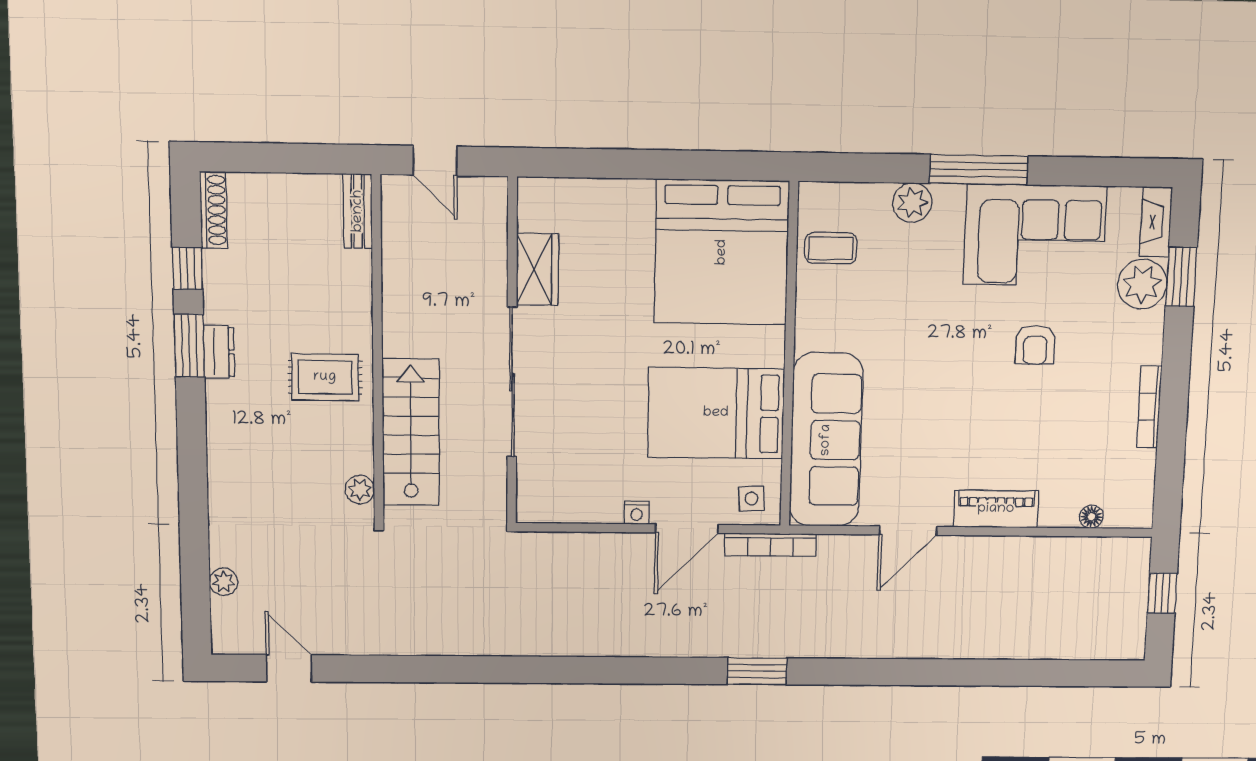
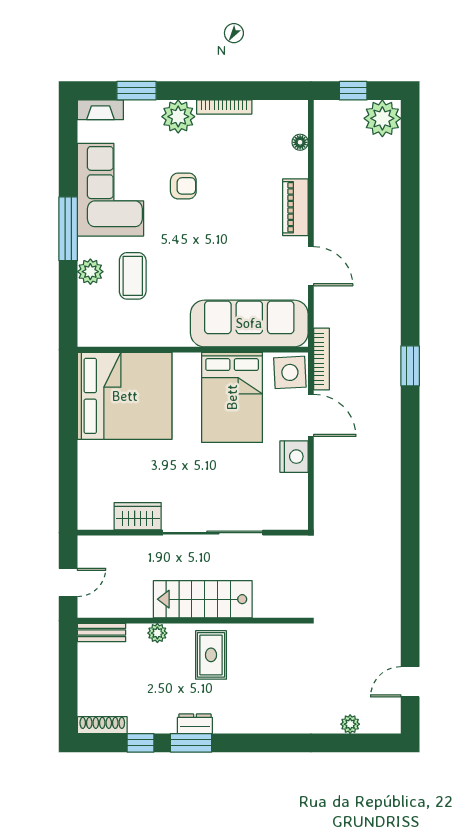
coffee table: (831, 248) -> (133, 276), moved, width x1.36, depth x1.30
plant: (1142, 284) -> (178, 117), moved
stairs: (411, 432) -> (203, 599), moved
plant: (360, 490) -> (157, 633), moved
side table: (751, 499) -> (290, 372), width x1.87, depth x1.87
nightstand: (637, 513) -> (294, 457), width x1.89, depth x1.79
plant: (1120, 634) -> (382, 118), added

